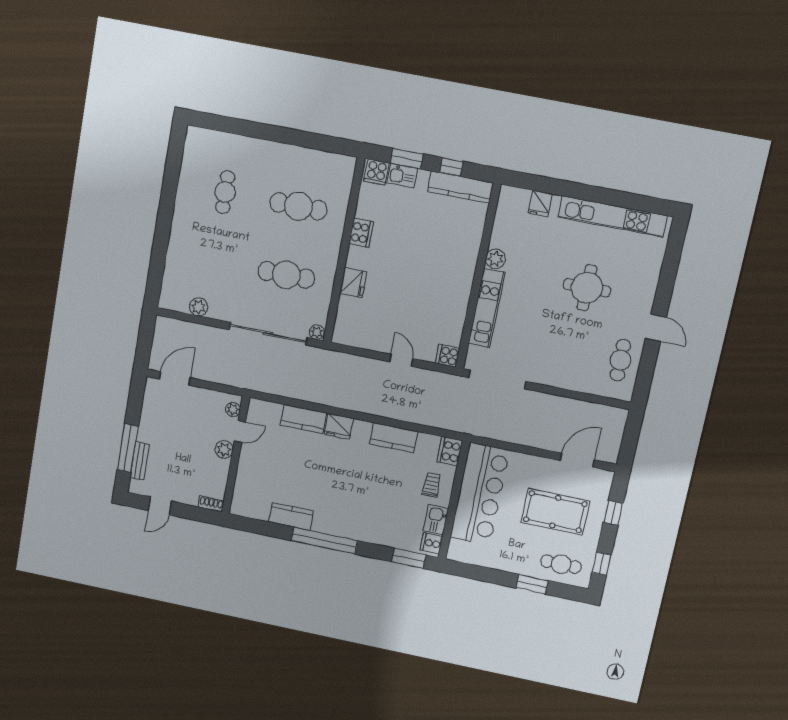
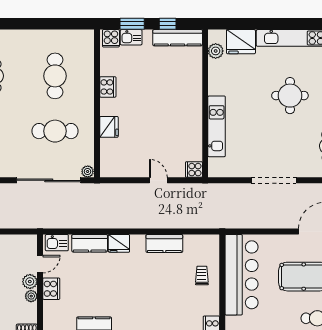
fridge: (540, 204) -> (241, 42), width x1.88, depth x1.34
cafe table: (298, 206) -> (55, 76), turned 90
plant: (495, 259) -> (216, 51), moved
doorway: (497, 379) -> (274, 180), moved
plant: (233, 409) -> (31, 296), moved
cooker: (450, 451) -> (51, 289), moved, turned 180
kitchen sink: (436, 520) -> (57, 243), moved, turned -90

